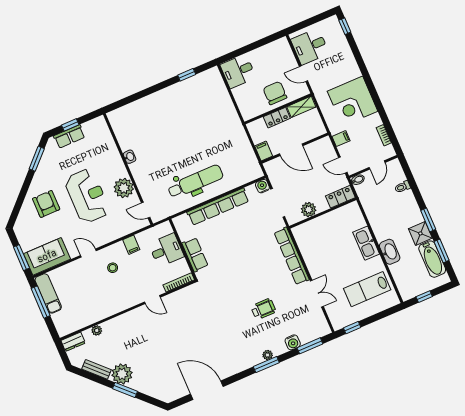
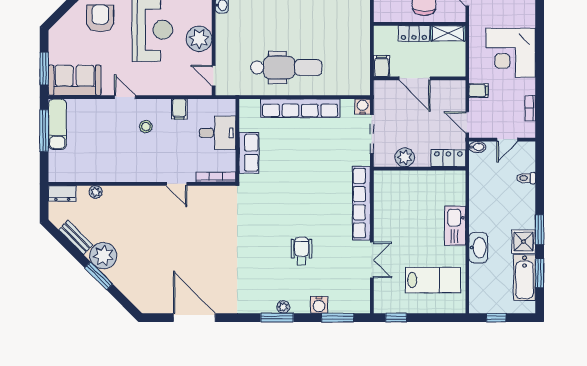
lab bench: (367, 289) -> (433, 280), turned 180
wheelchair: (263, 309) -> (302, 251), turned -90

